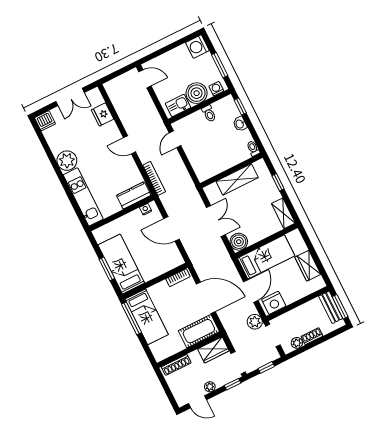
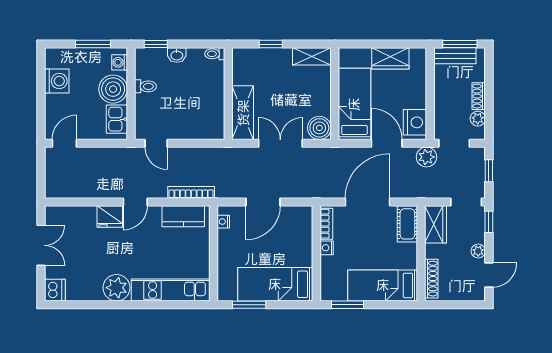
washing machine: (197, 47) -> (57, 81), moved, turned -90
fridge: (102, 114) -> (110, 216), moved
shelving: (237, 179) -> (243, 113), moved
kitchen counter: (134, 195) -> (183, 216), moved, turned -90
window: (107, 269) -> (249, 305), moved
nightstand: (162, 286) -> (327, 248), added
bed: (147, 317) -> (383, 285), moved, turned 180
window: (132, 318) -> (347, 305), width x0.69
cot: (199, 331) -> (407, 224), width x0.73, depth x0.75

